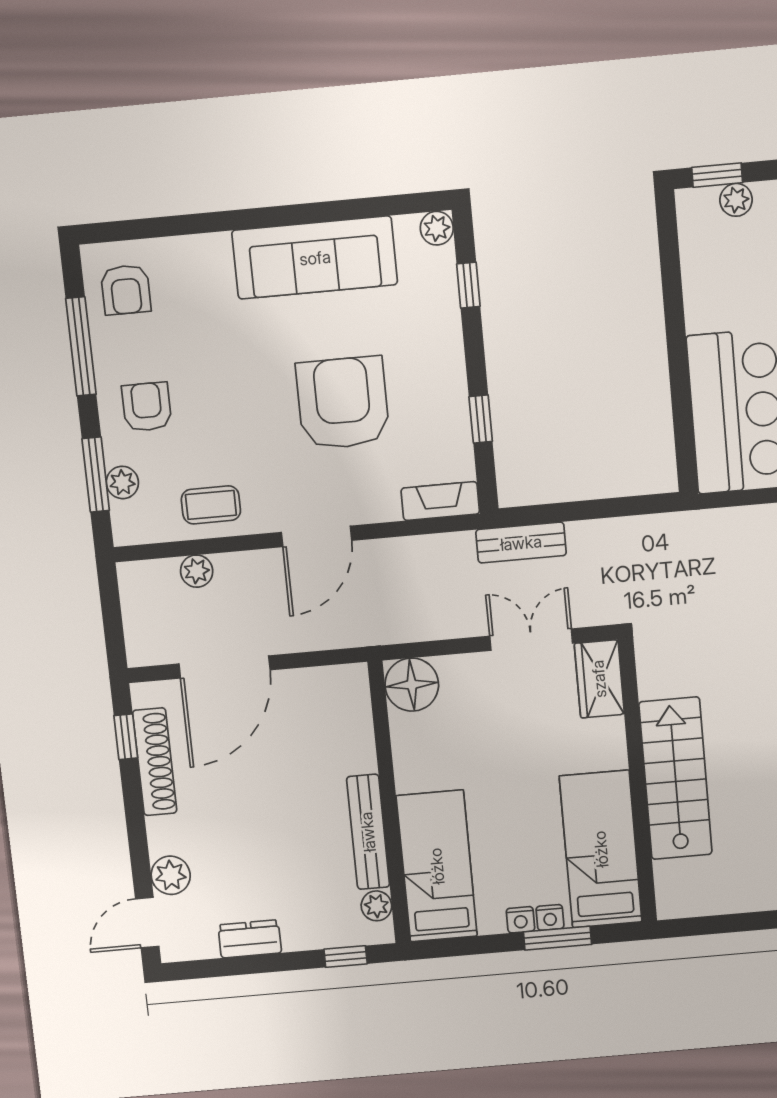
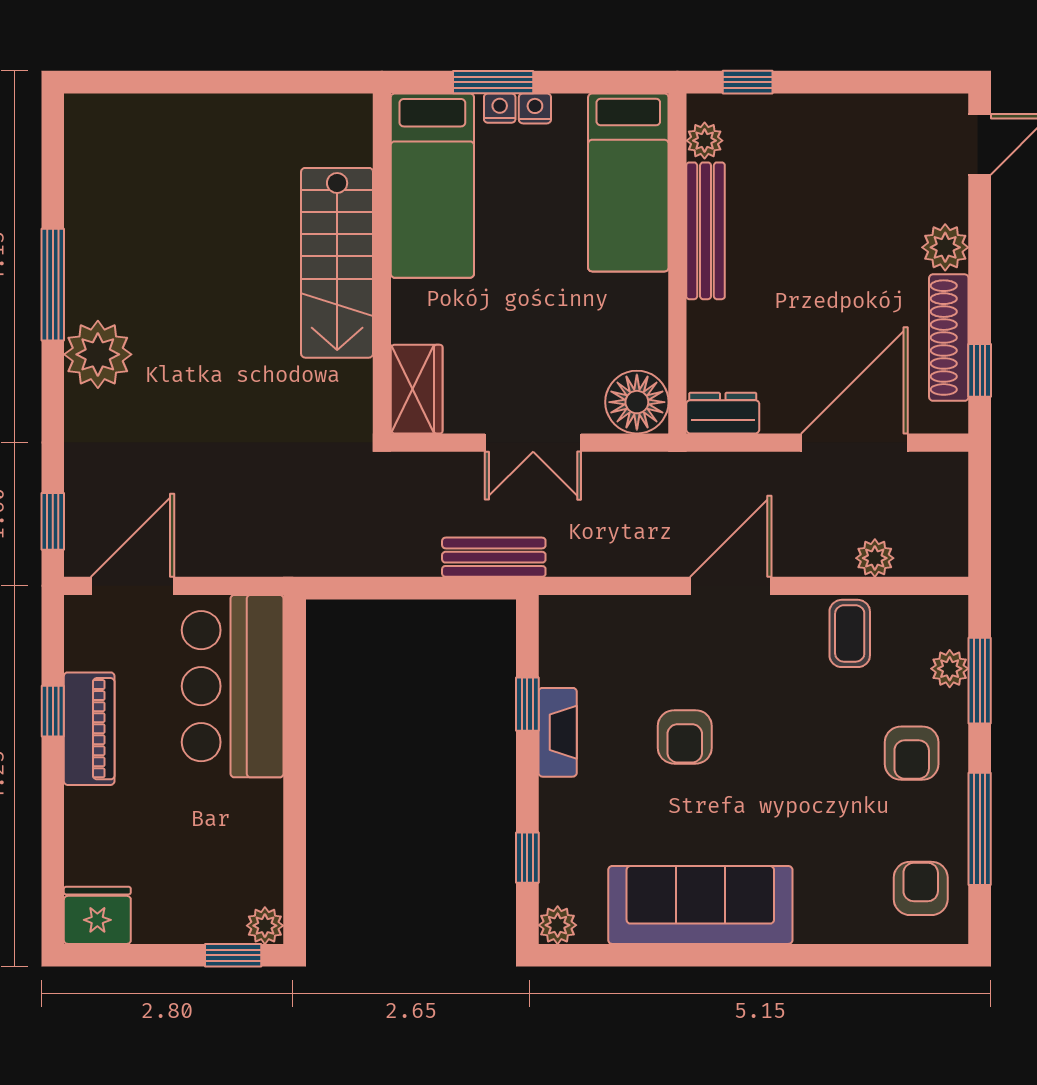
plant: (736, 200) -> (265, 926), moved
armchair: (343, 403) -> (685, 737), width x0.53, depth x0.53
fireplace: (440, 501) -> (558, 732), moved, turned -90
coffee table: (211, 505) -> (850, 633), turned 90
double door: (531, 640) -> (533, 443), moved
plant: (171, 875) -> (945, 247), moved
dresser: (250, 939) -> (723, 413), moved, turned 180

